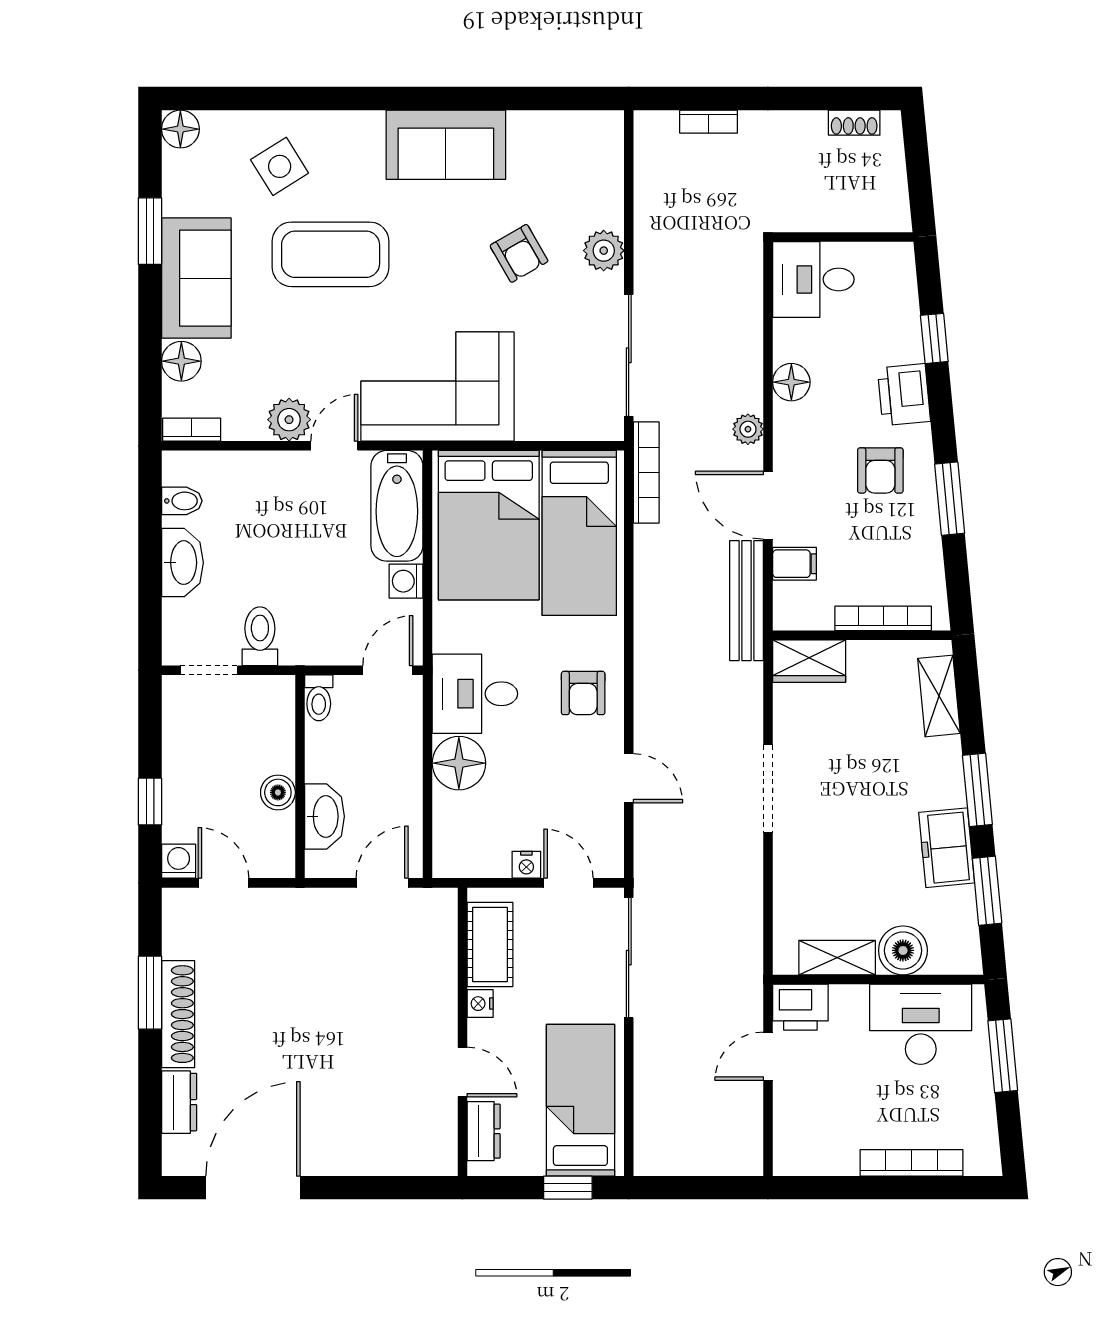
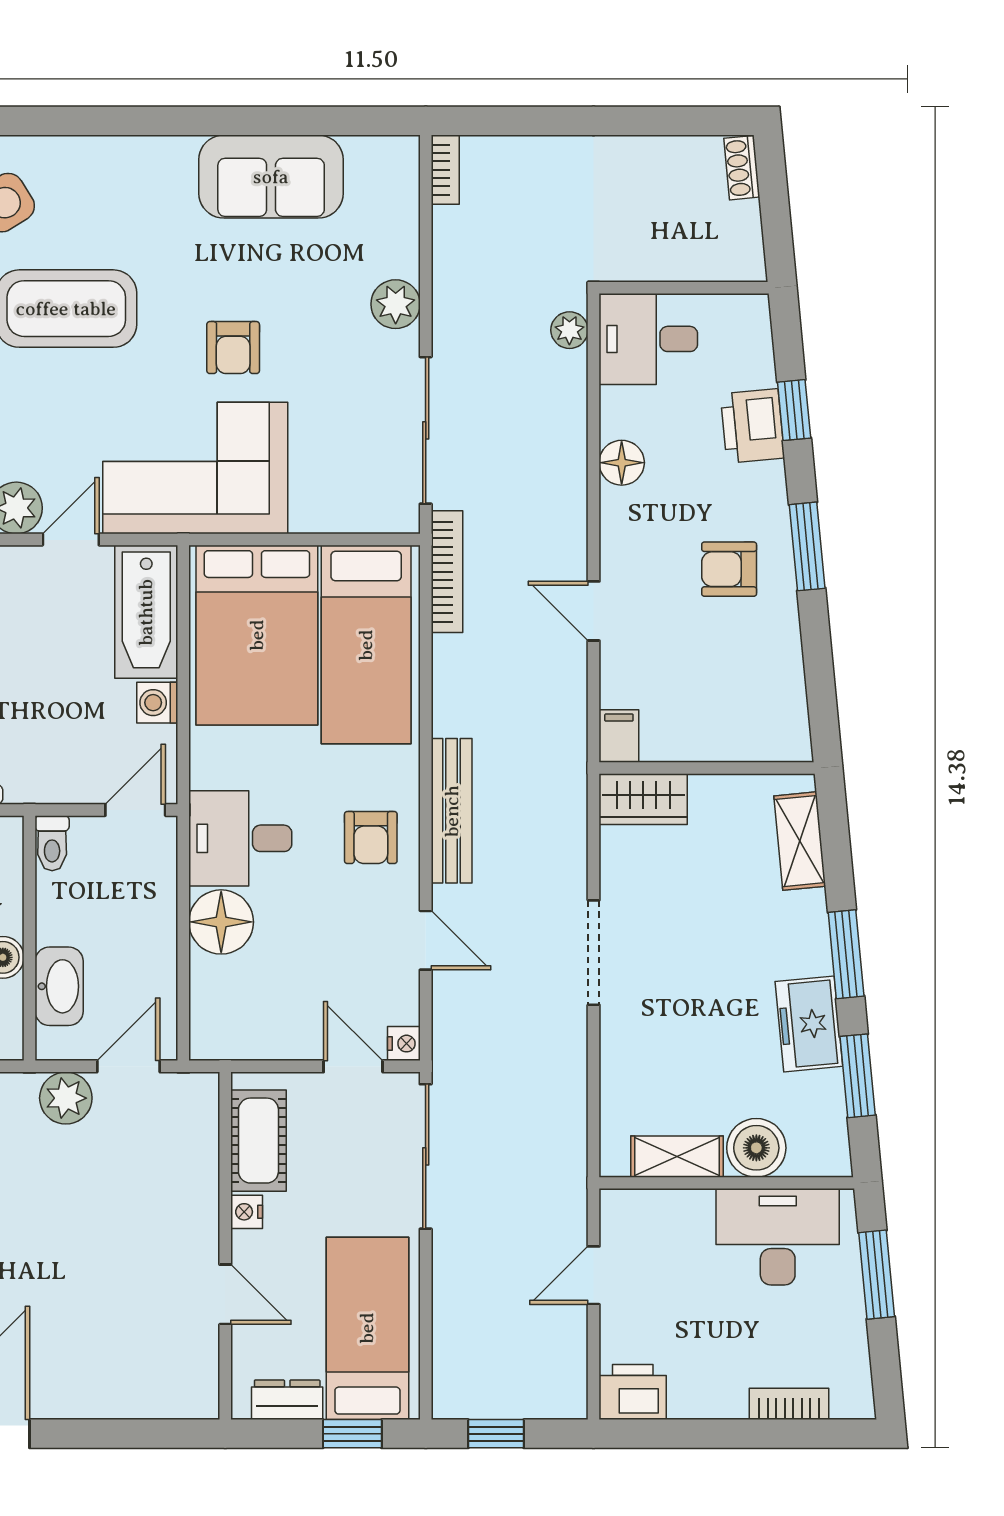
bookcase: (708, 122) -> (445, 170), moved, turned -90
shoe rack: (854, 123) -> (742, 168), moved, turned 85
sofa: (446, 145) -> (271, 177), moved
armchair: (519, 253) -> (233, 348), moved, turned 30
printer: (904, 395) -> (752, 426), moved
plant: (748, 429) -> (569, 330), moved
armchair: (880, 470) -> (729, 569), turned 90
window: (950, 499) -> (807, 546), moved
door: (768, 505) -> (594, 611), width x0.73
filing cabinet: (794, 564) -> (619, 736), moved, turned -90
bench: (746, 601) -> (452, 811), moved
bookcase: (883, 618) -> (732, 747), removed
nightstand: (526, 865) -> (404, 1044), moved, turned -90
plant: (330, 909) -> (66, 1098), added
printer: (800, 1007) -> (633, 1392), moved, turned 180
dresser: (484, 1131) -> (287, 1400), moved, turned -90
bookcase: (912, 1163) -> (789, 1404), width x0.64
window: (687, 1188) -> (496, 1434), added

